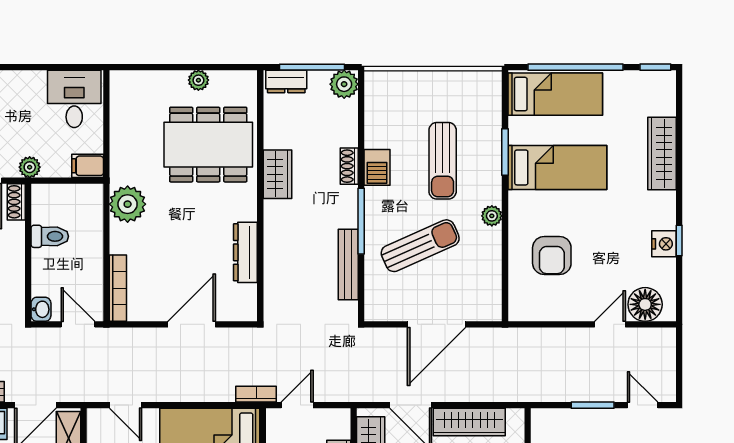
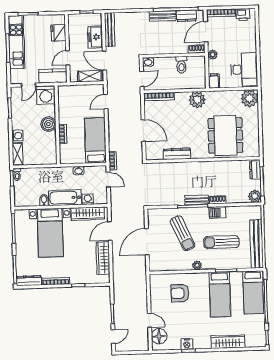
plant: (198, 80) -> (249, 98), moved, width x1.87, depth x1.87
bench: (449, 83) -> (257, 244), added
desk: (74, 99) -> (244, 69), width x1.37
wardrobe: (277, 174) -> (213, 167), removed
bench: (348, 264) -> (197, 200), moved, width x0.73
door: (437, 324) -> (147, 242), hinge flipped

